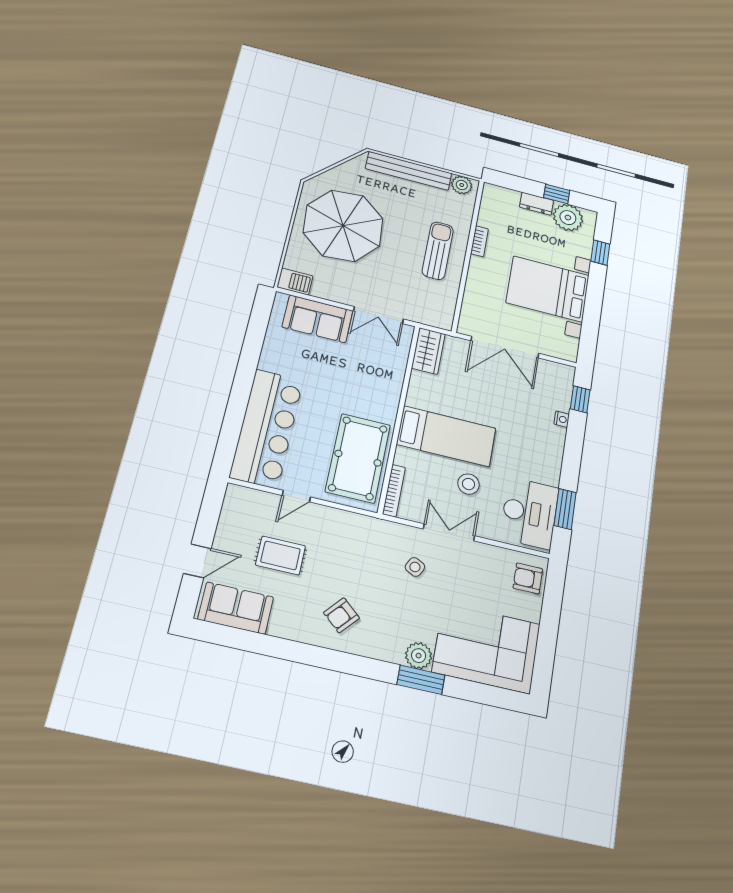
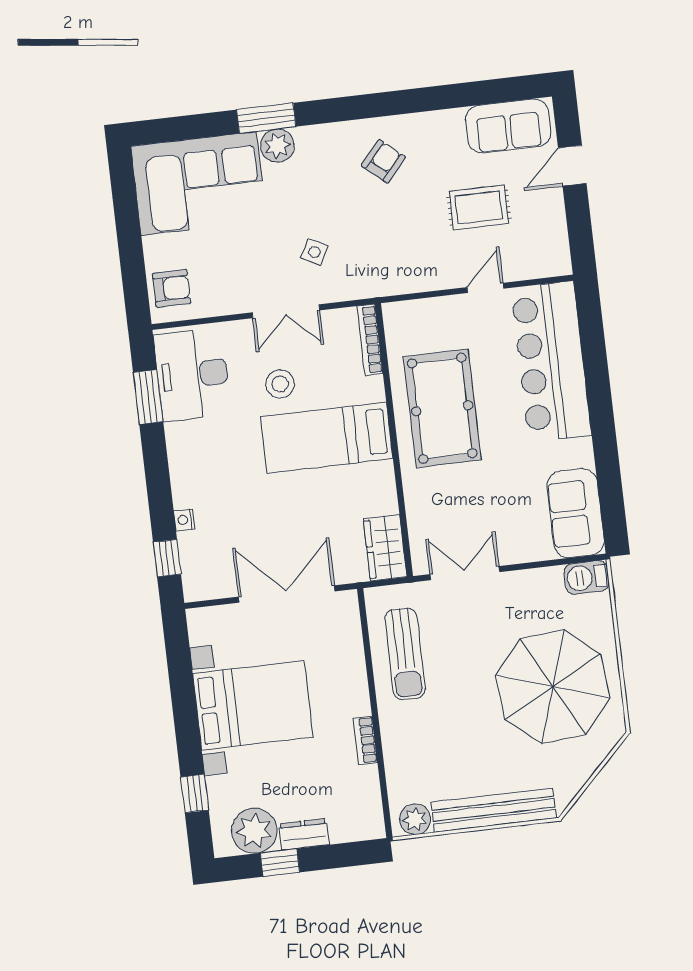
sun lounger: (438, 251) -> (405, 654), moved
sofa: (318, 319) -> (576, 513), moved, turned -90
pool table: (358, 458) -> (442, 408), moved

